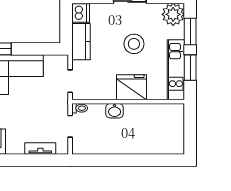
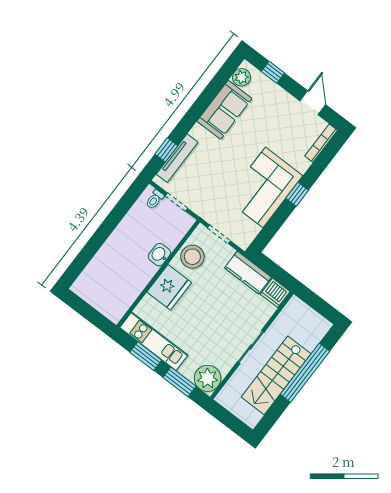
stool: (134, 44) -> (192, 257), moved
toilet: (80, 108) -> (155, 199), moved
tv unit: (40, 148) -> (177, 158), width x1.41
window: (40, 160) -> (166, 150), added

